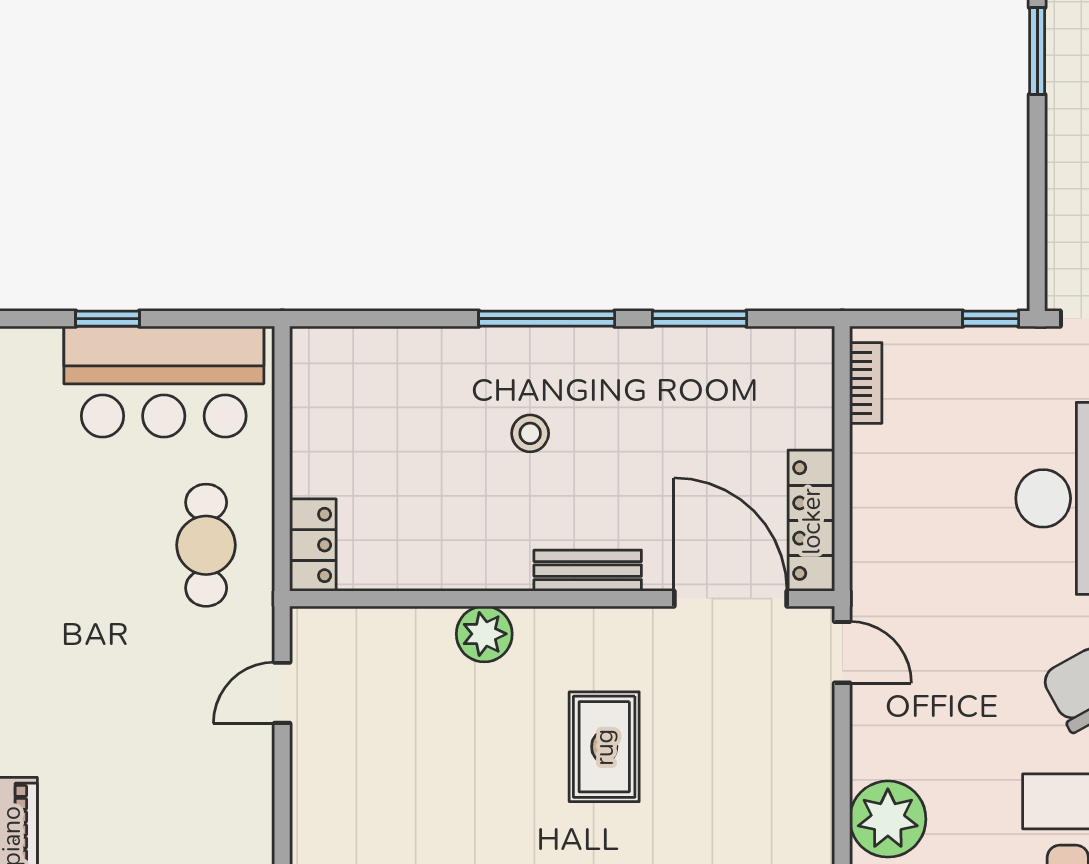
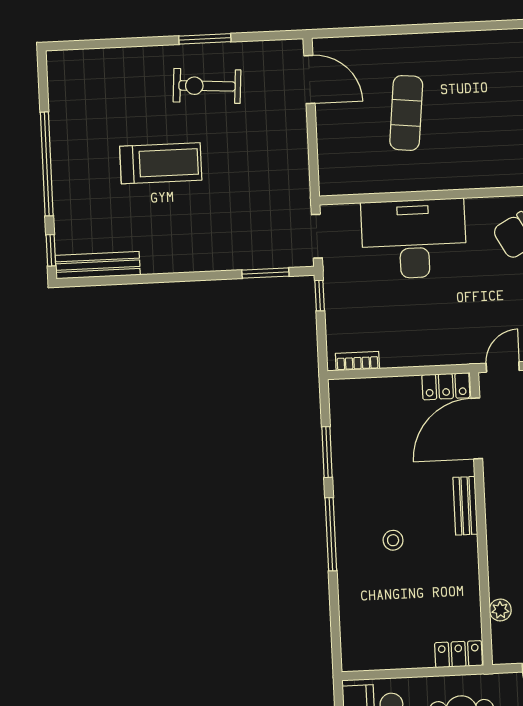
window: (1037, 51) -> (265, 273), moved
locker: (811, 521) -> (446, 386), width x0.66
plant: (484, 634) -> (500, 610), moved, width x0.73, depth x0.73

